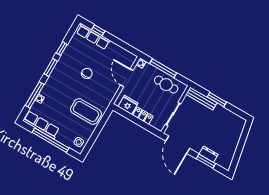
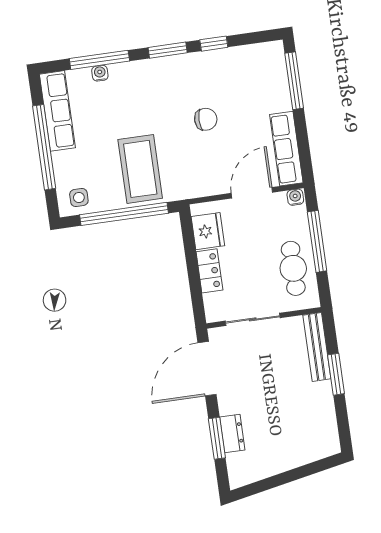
window: (98, 30) -> (294, 81), width x2.17
row of seats: (93, 37) -> (286, 149), moved
window: (98, 130) -> (124, 214), added

